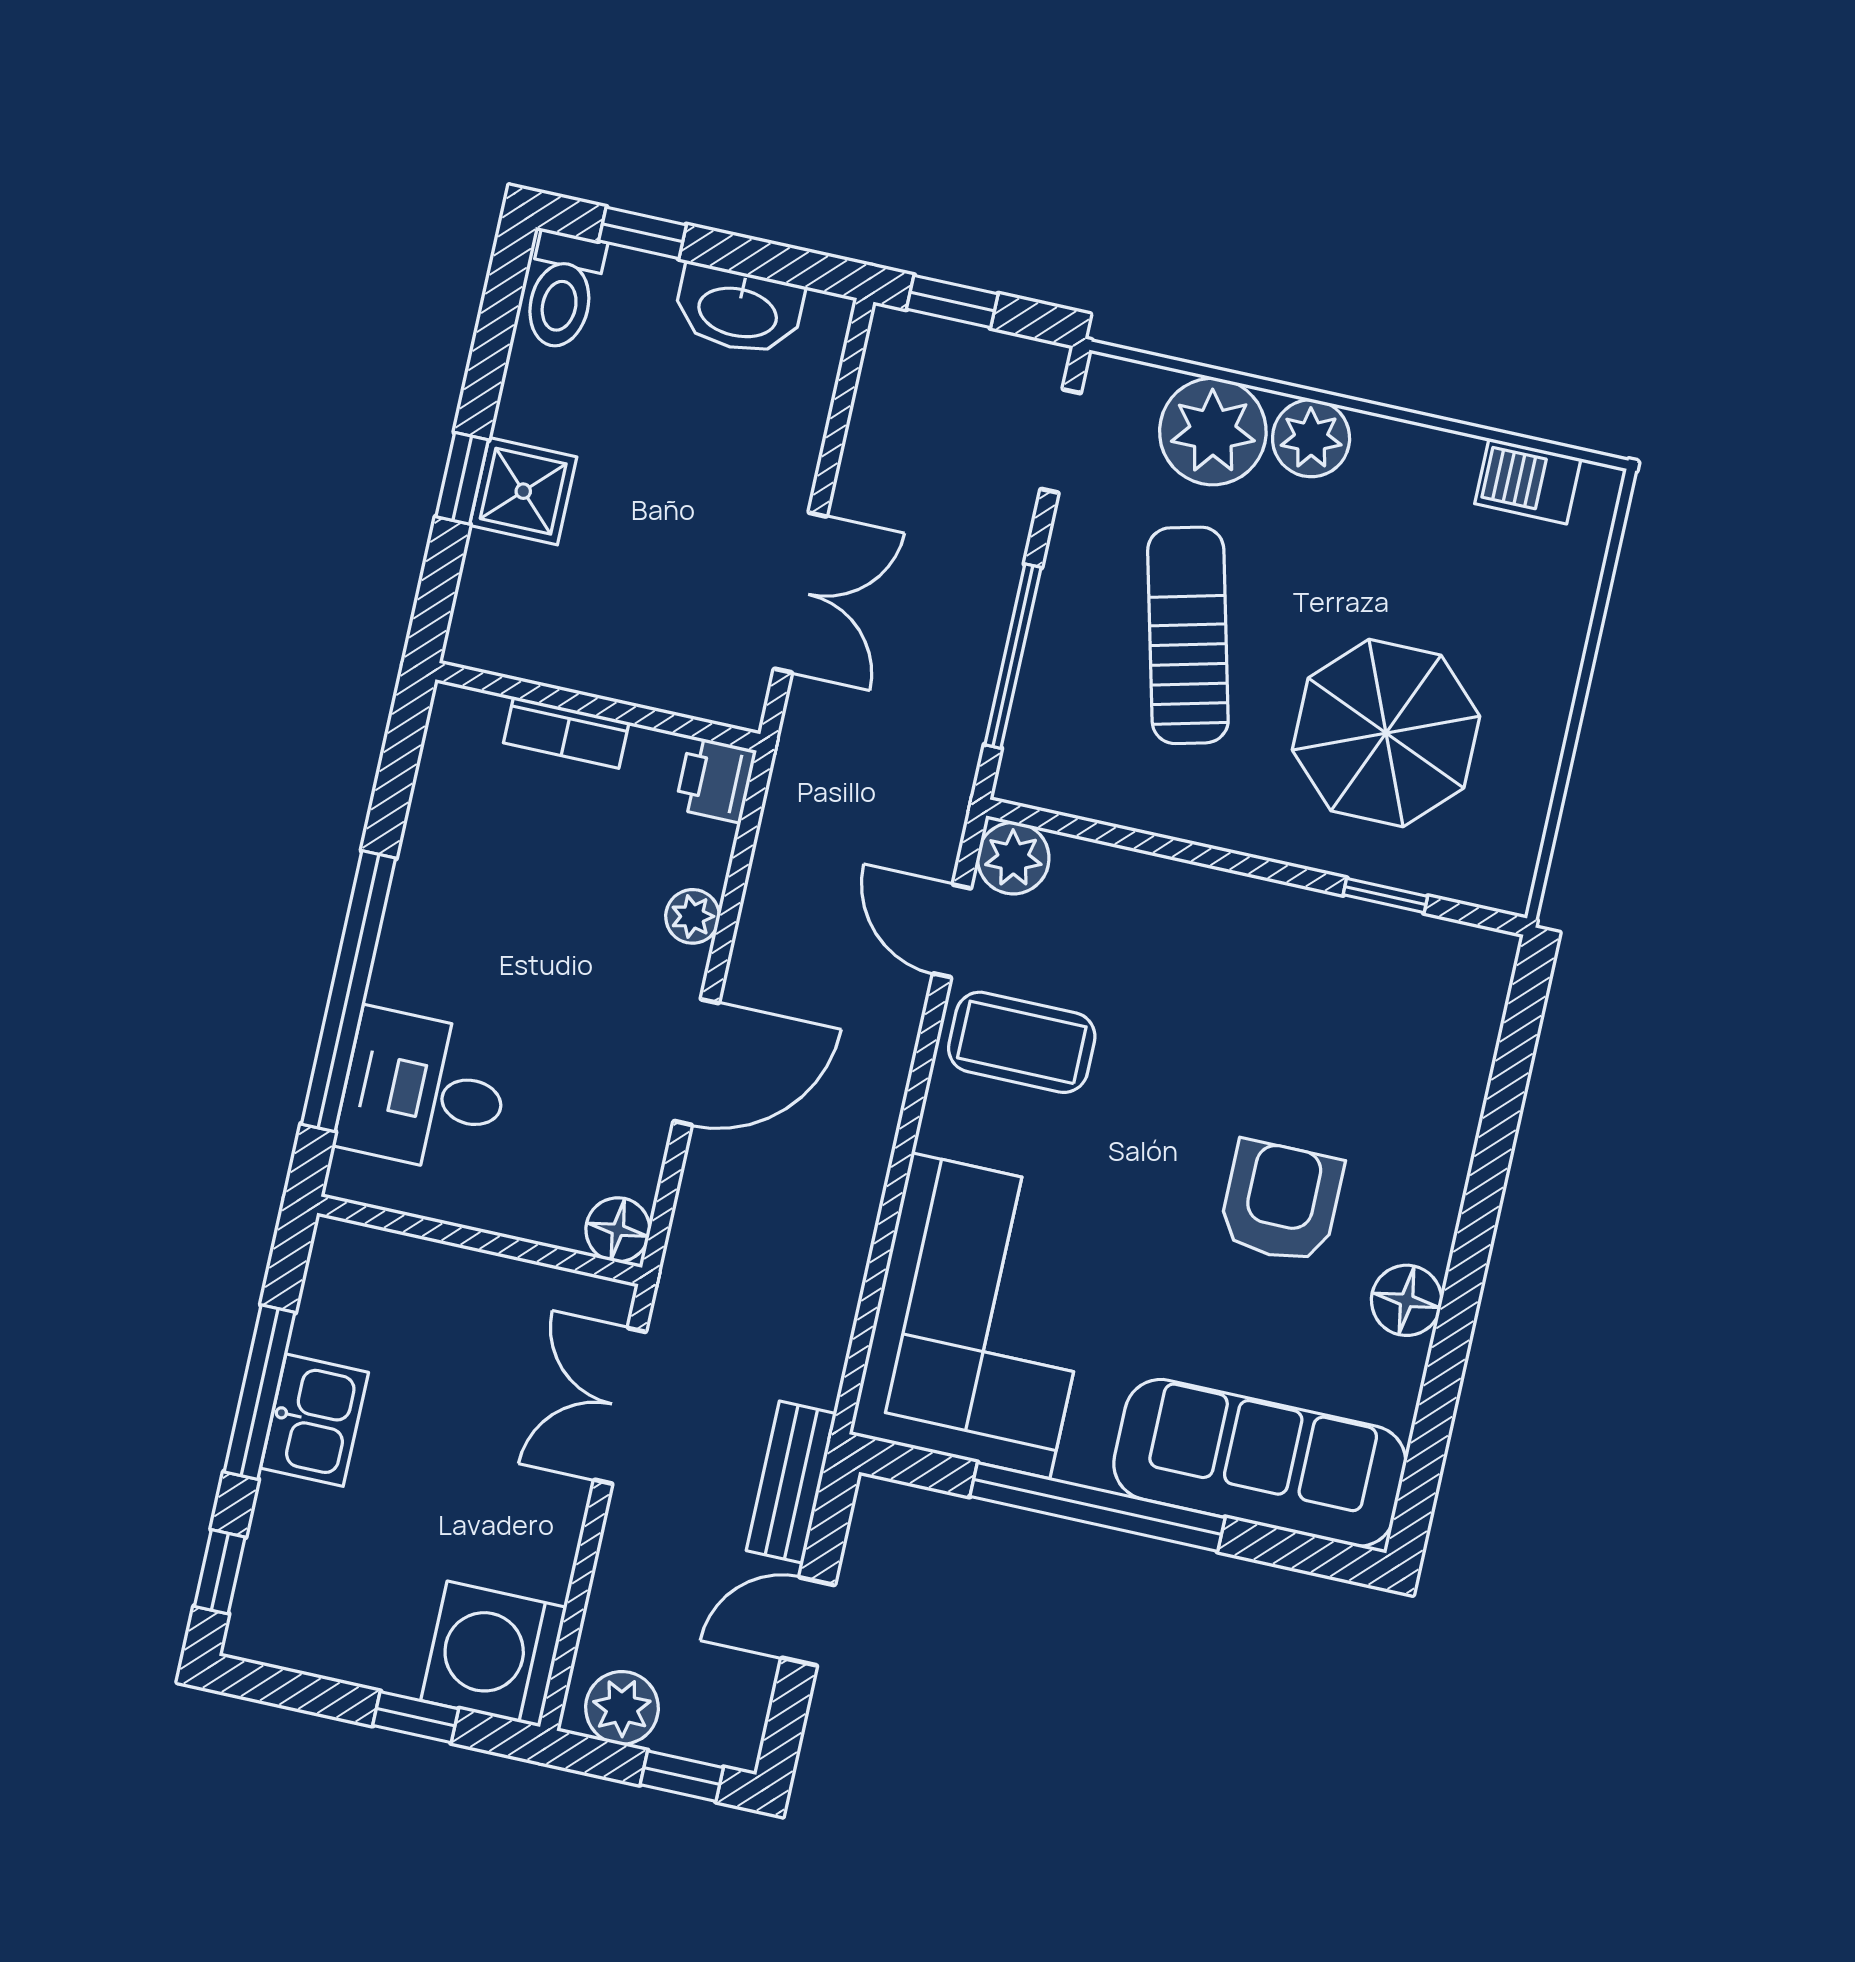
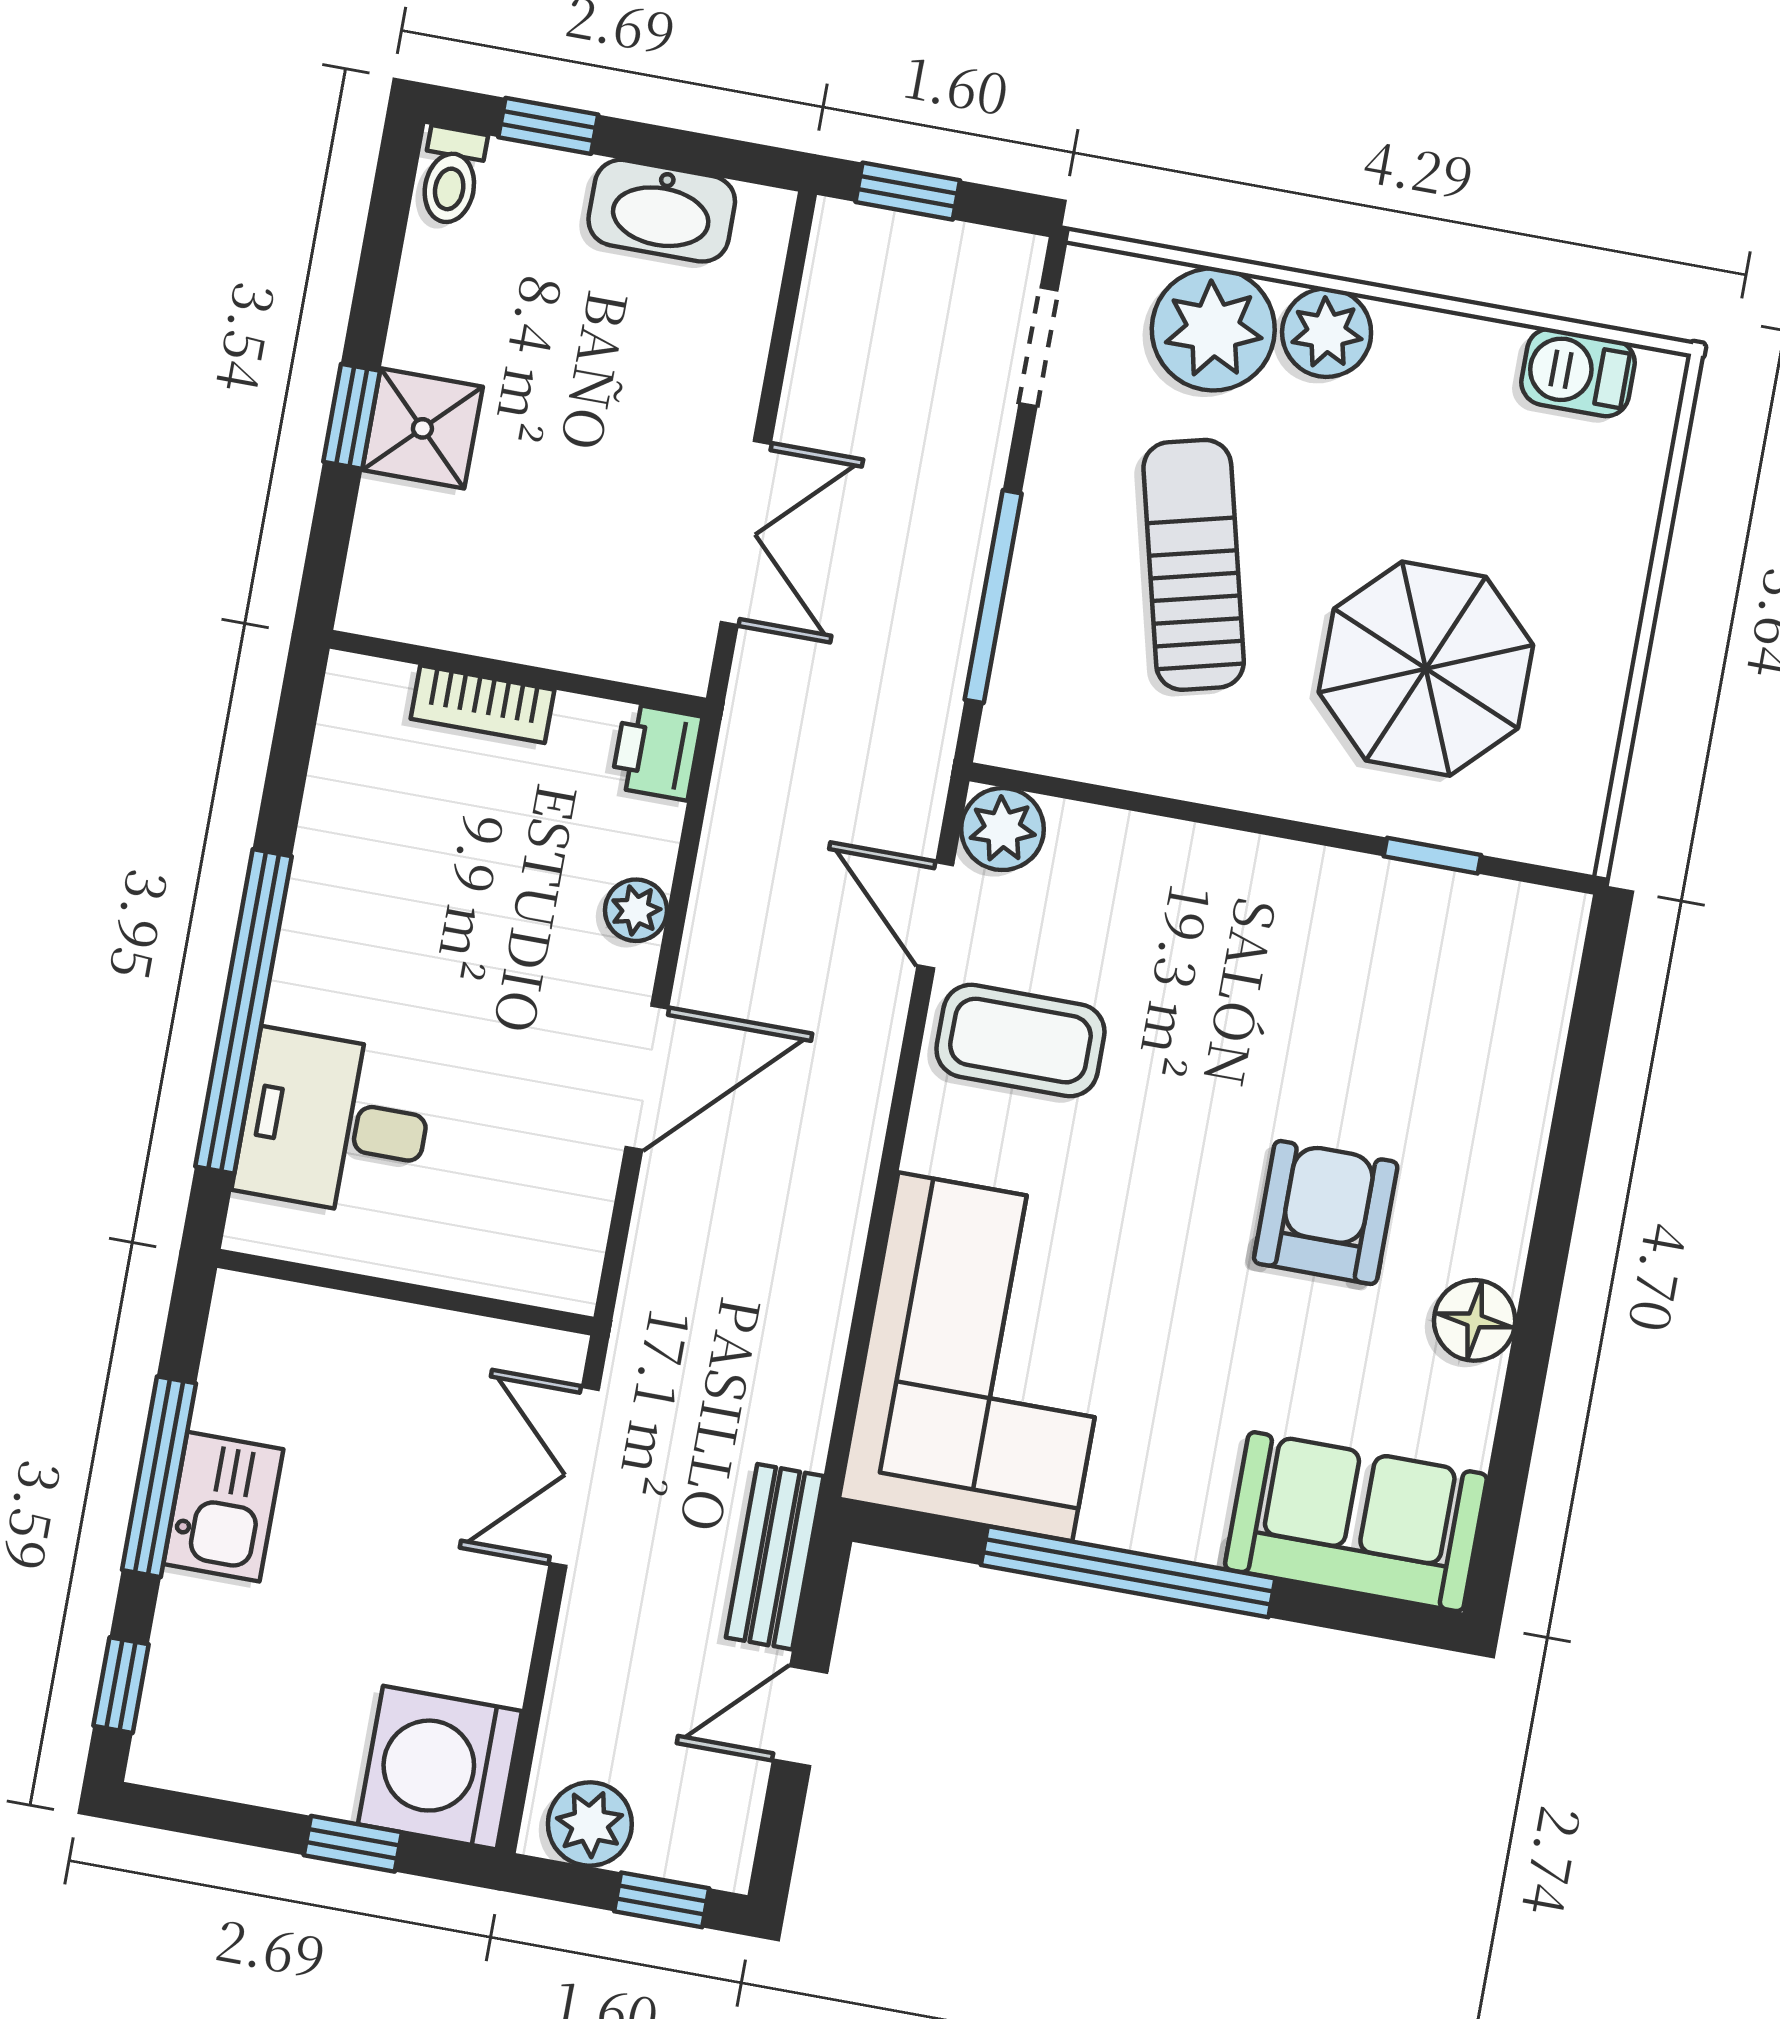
toilet: (563, 290) -> (452, 176), width x0.73, depth x0.72
floor lamp: (618, 1230) -> (564, 1274), removed
sofa: (1260, 1463) -> (1356, 1522), width x0.73

